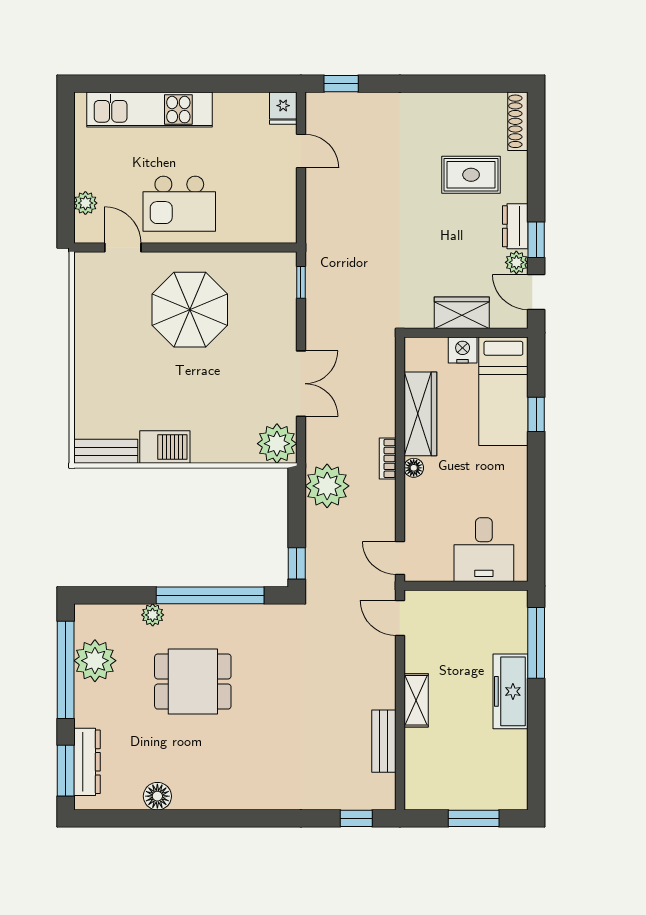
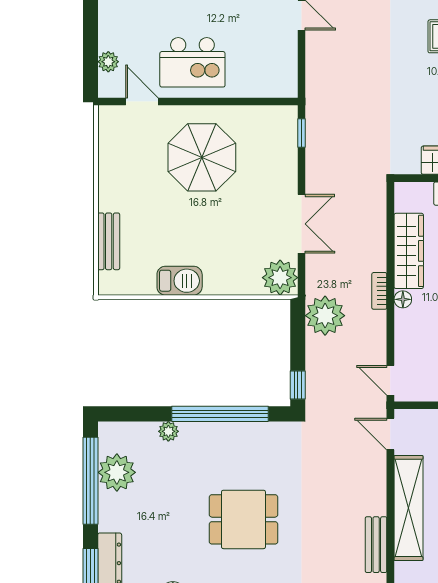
bench: (106, 451) -> (109, 241), moved, turned 90
dining table: (193, 682) -> (243, 519), moved
shelving: (416, 700) -> (409, 508), width x2.20, depth x1.33

